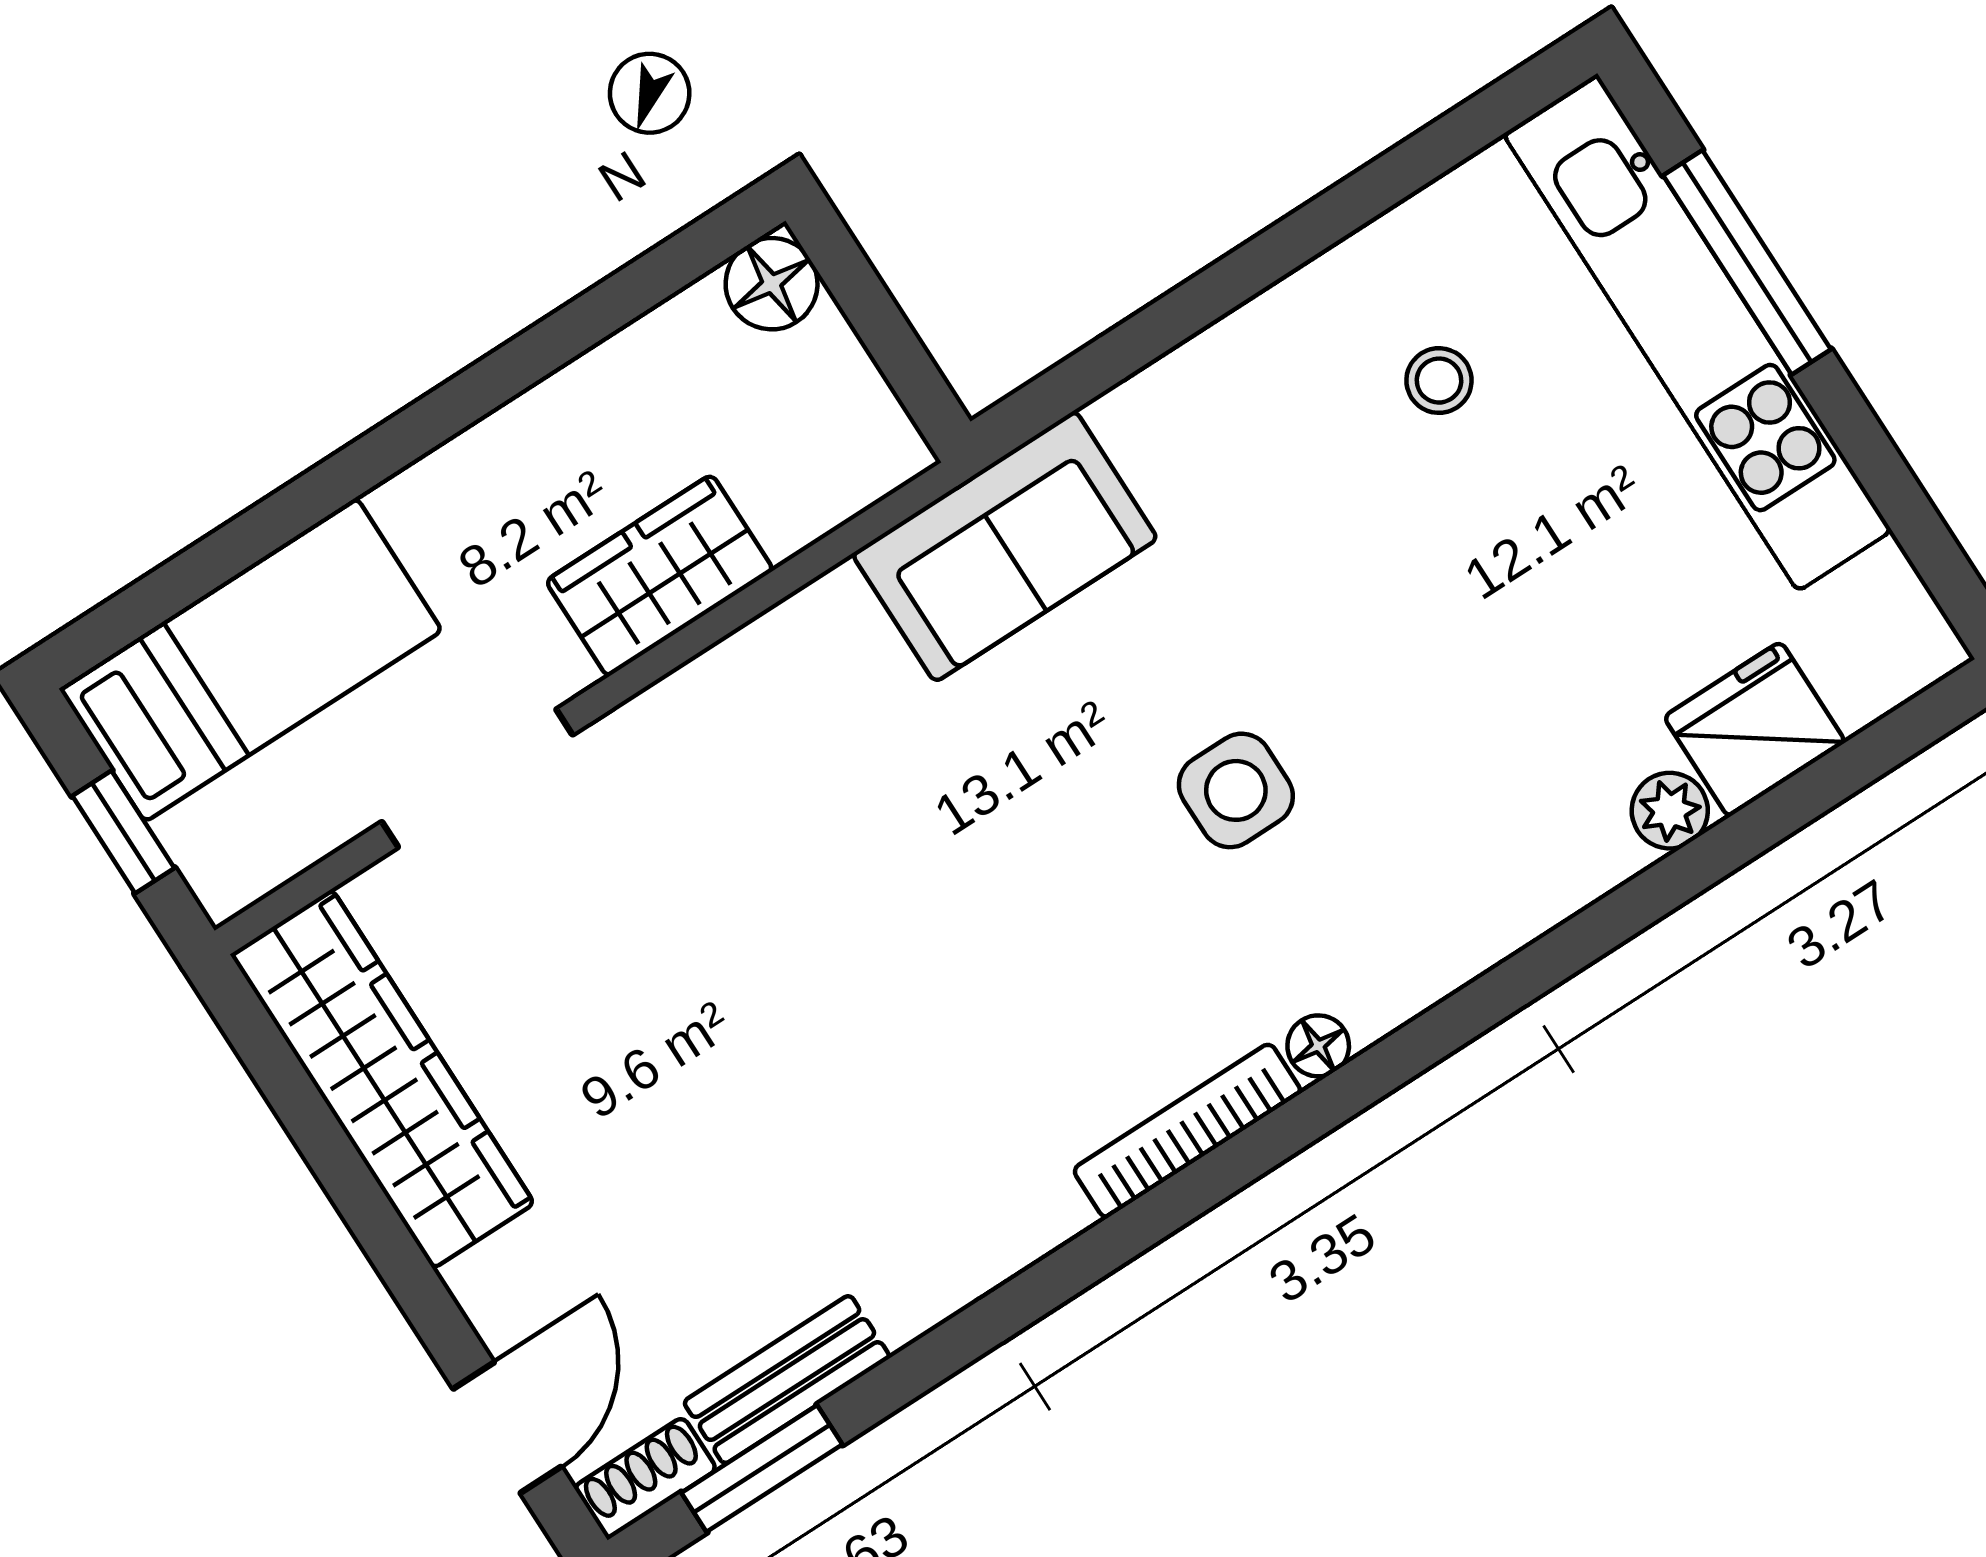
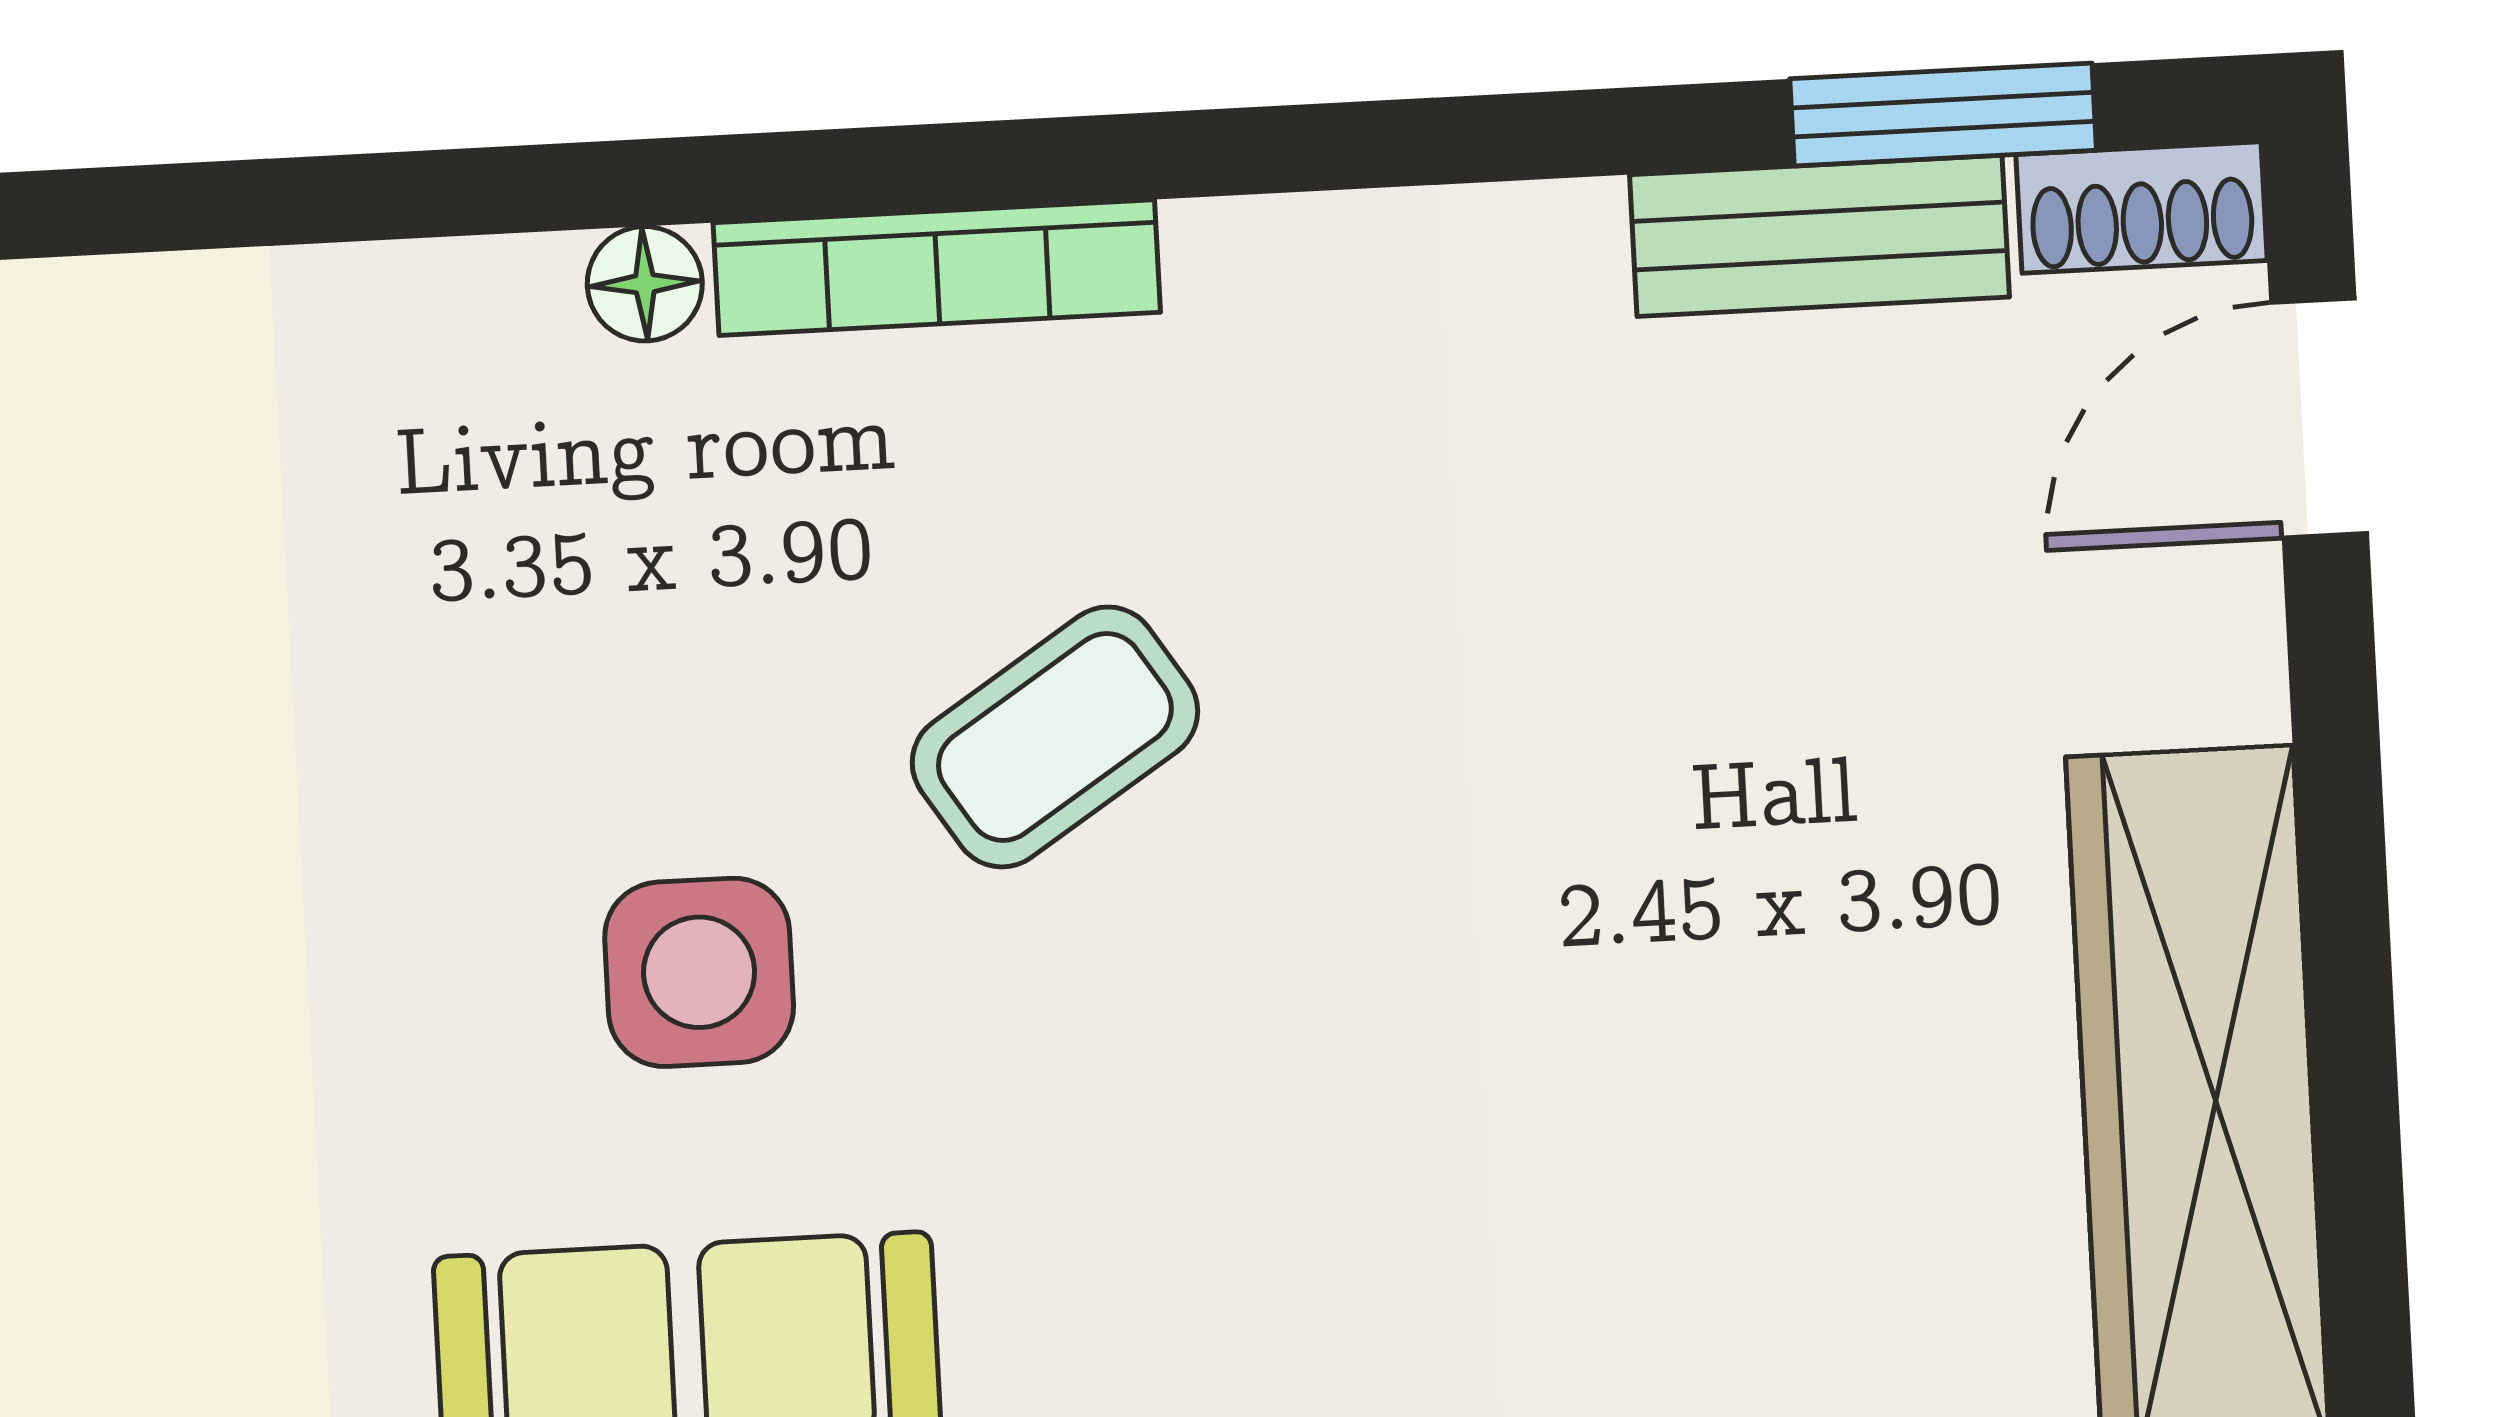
side table: (1236, 790) -> (699, 972), moved
coffee table: (1008, 945) -> (1055, 737), added

